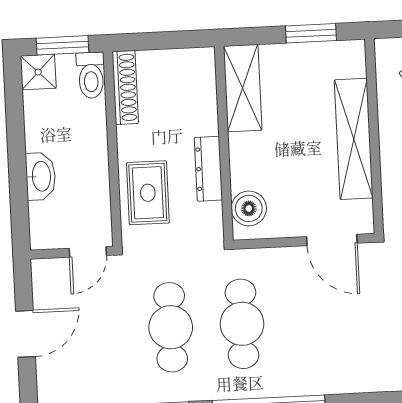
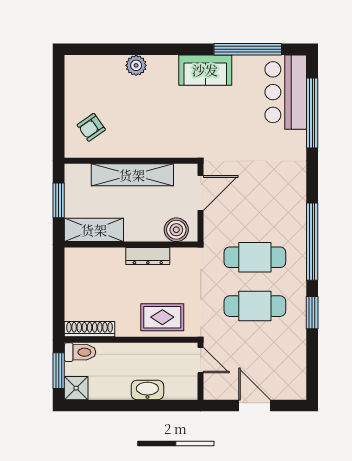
shelving: (243, 88) -> (94, 230), moved
wall: (224, 143) -> (131, 245), moved
dresser: (208, 169) -> (148, 256), moved
boiler: (249, 208) -> (176, 230), moved

